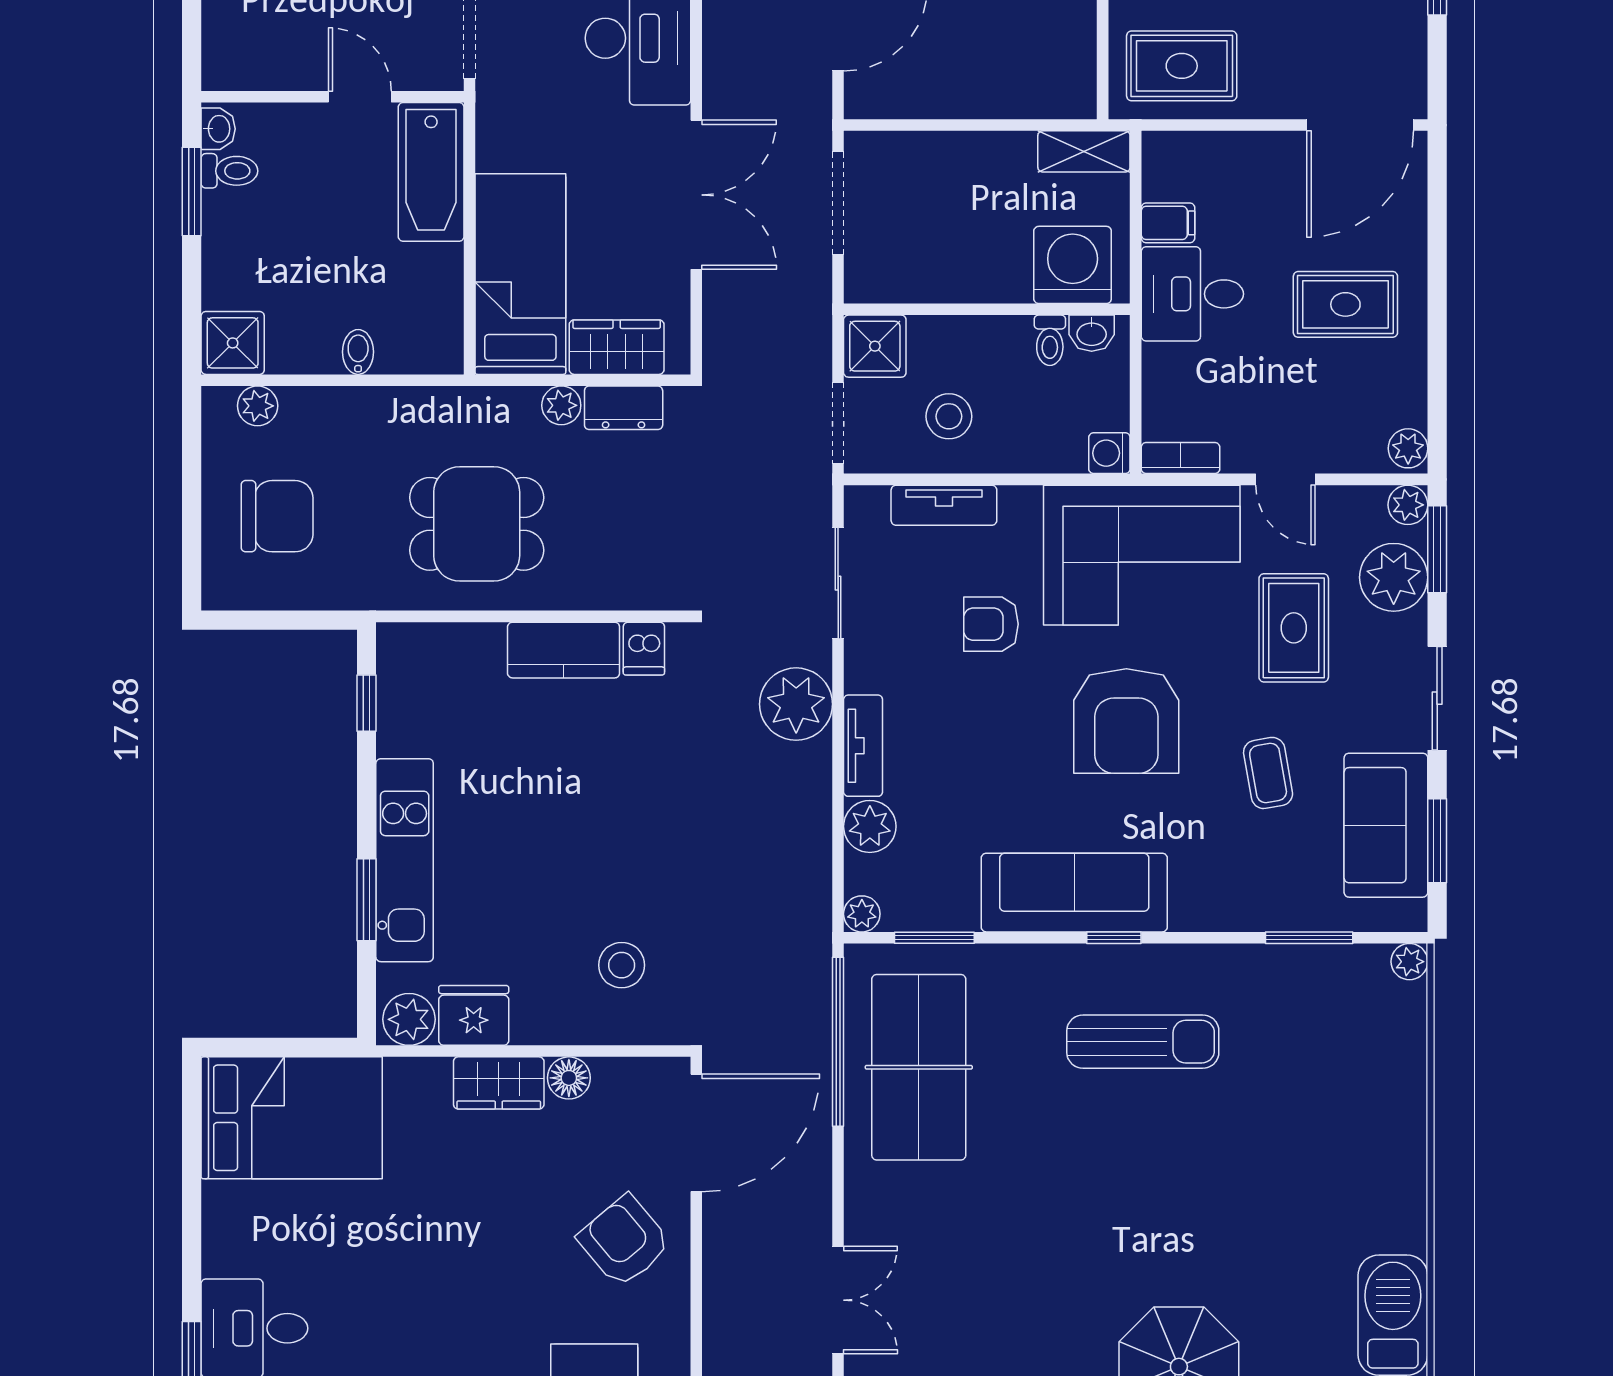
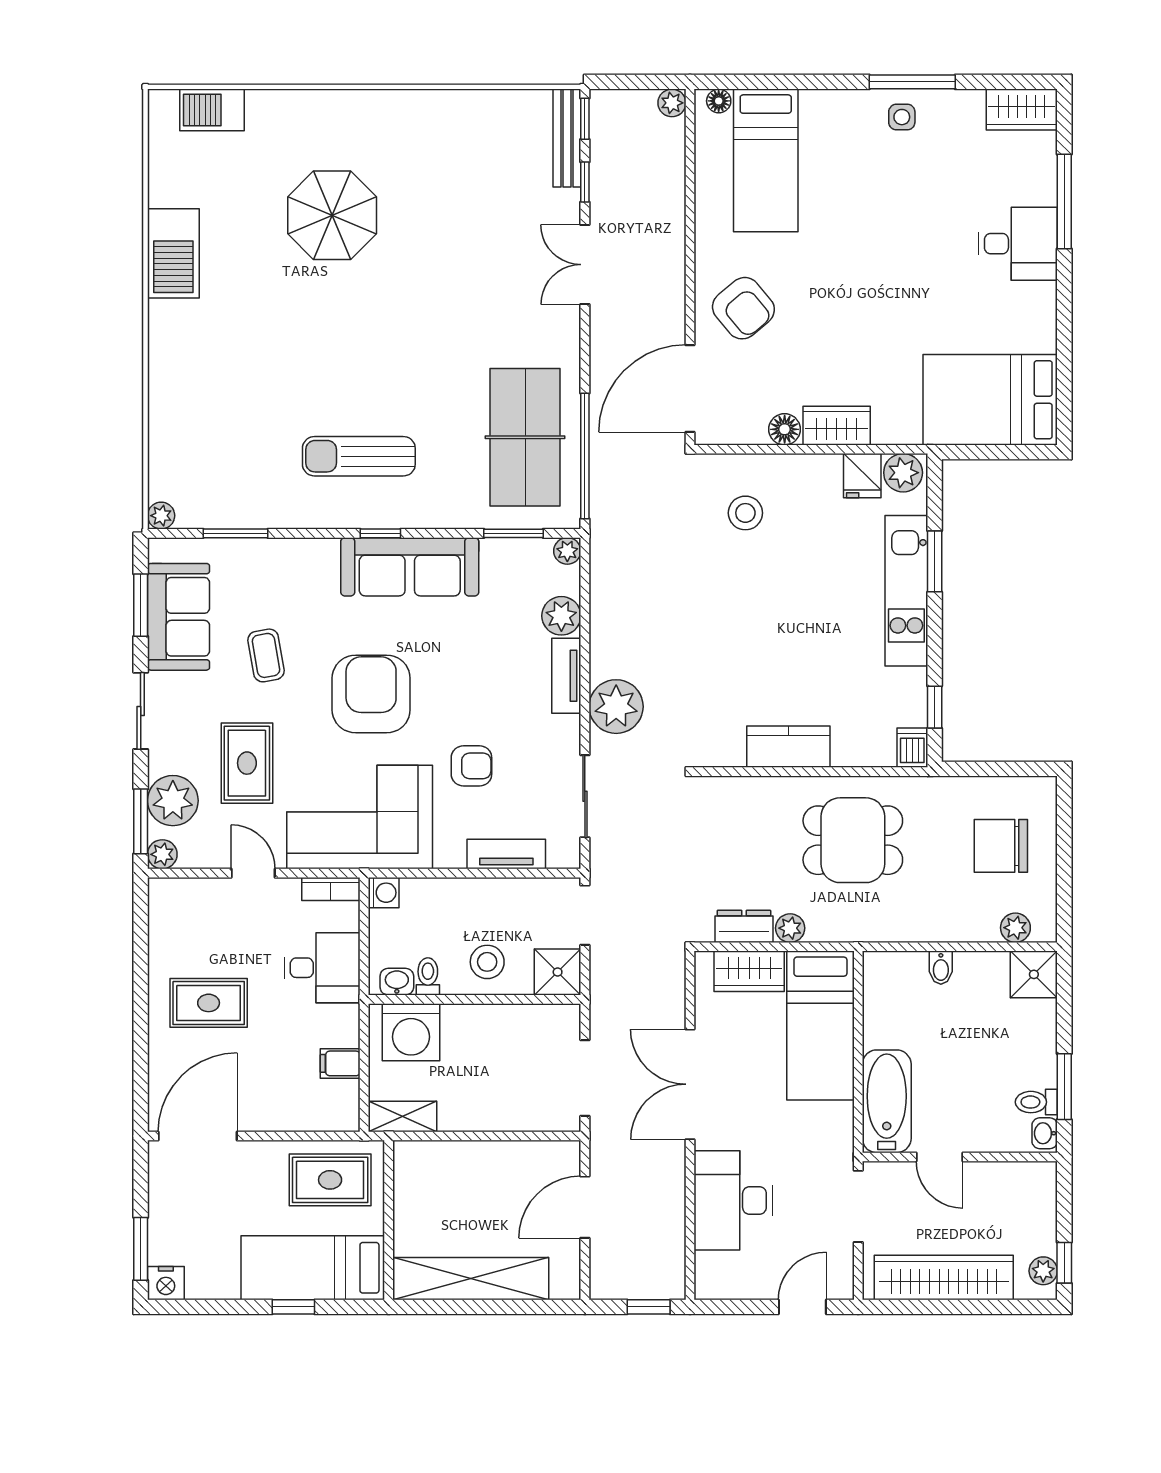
desk: (1192, 294) -> (322, 968), moved
stool: (949, 416) -> (487, 962), moved
plant: (1408, 448) -> (162, 896), removed
dishwasher: (644, 649) -> (912, 748), moved
fridge: (474, 1015) -> (862, 476), width x0.72

